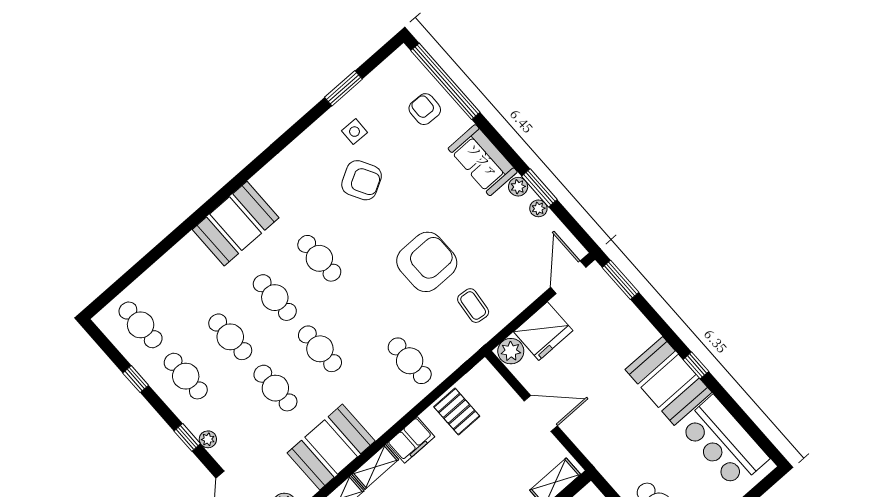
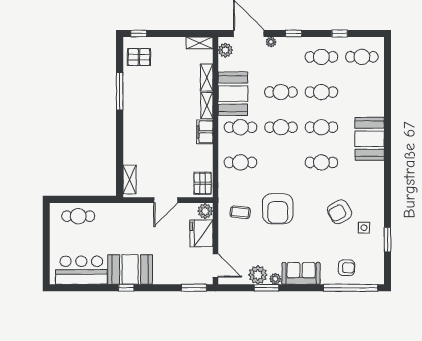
plant: (538, 208) -> (258, 275), width x1.87, depth x1.87
cafe table: (365, 400) -> (240, 127), added
pallet: (457, 412) -> (203, 183), moved, turned 90
plant: (208, 439) -> (271, 42), moved

